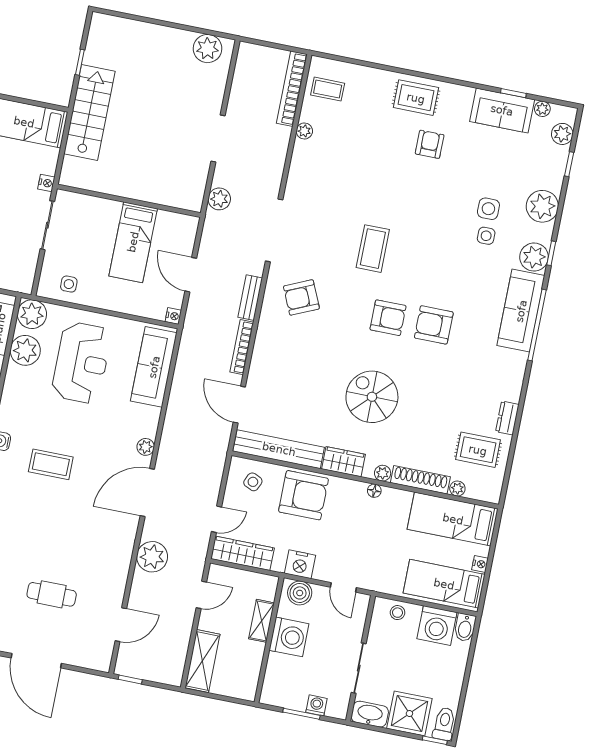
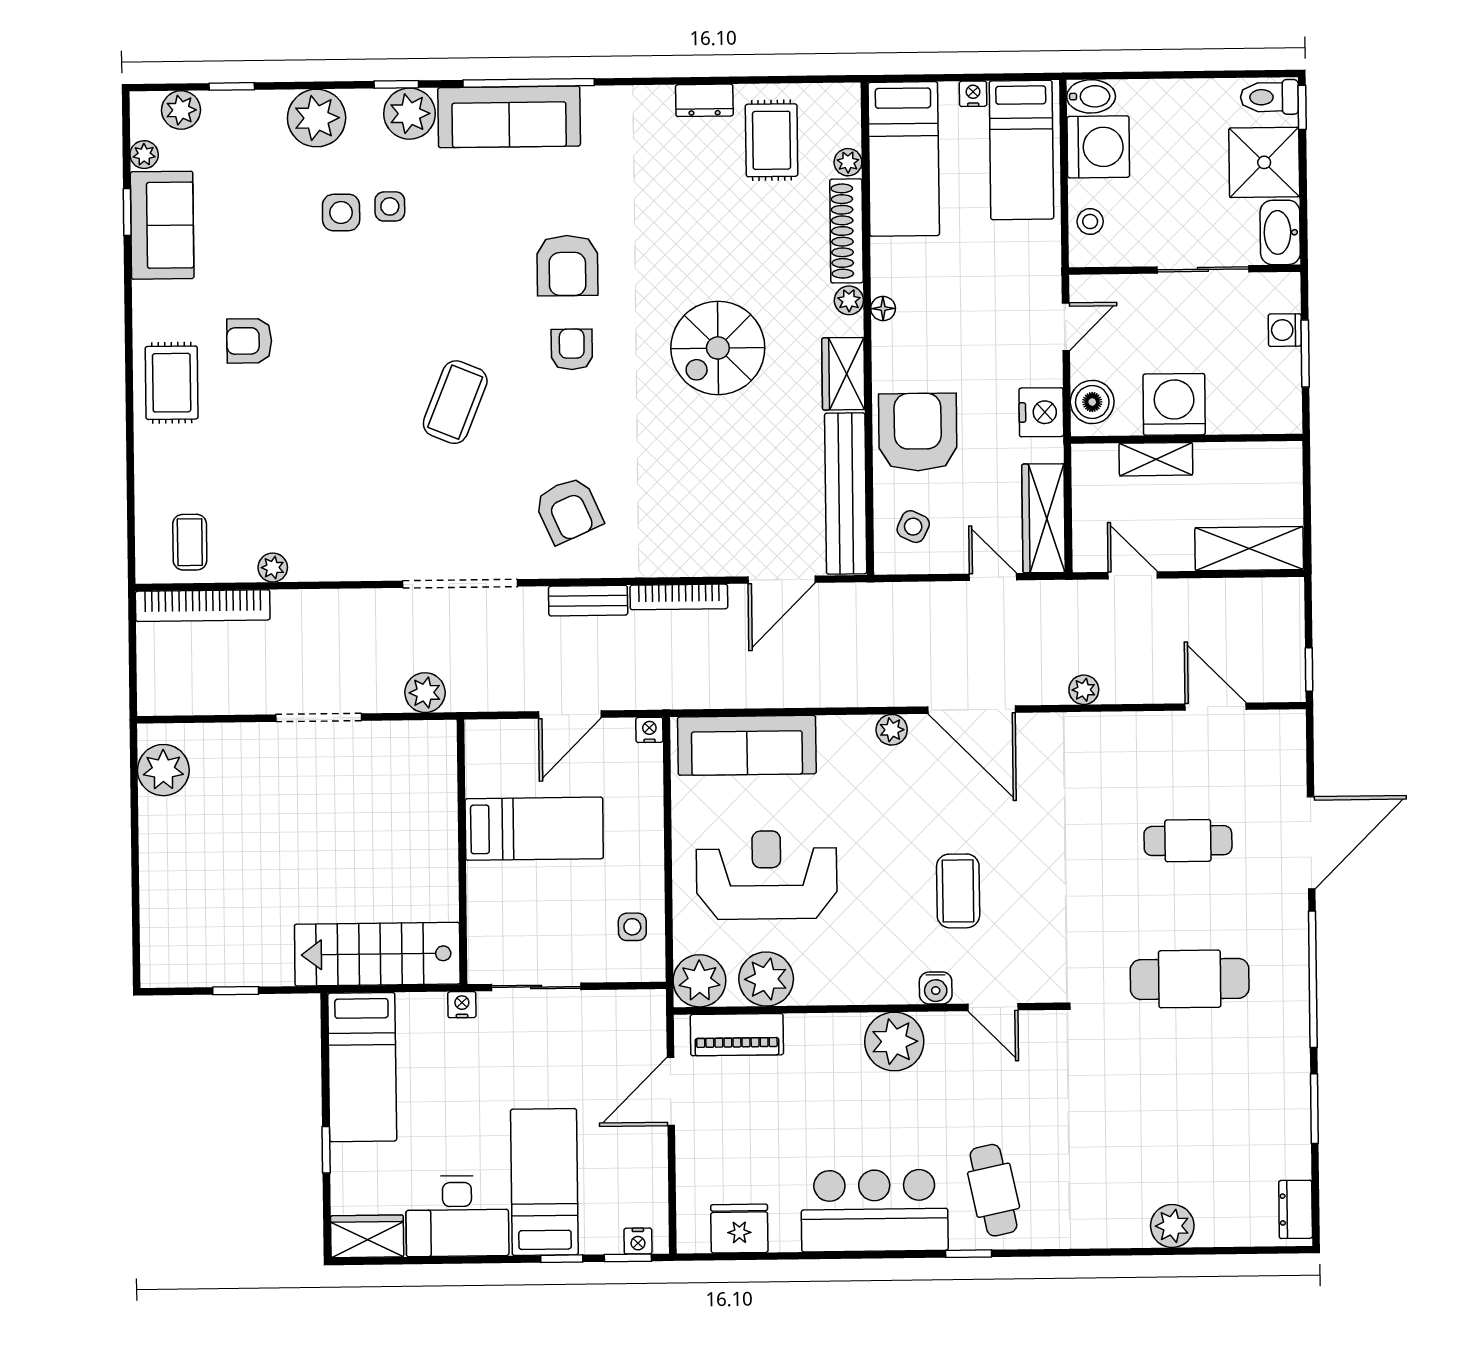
stairs: (89, 113) -> (377, 954), moved
coffee table: (373, 249) -> (455, 402), turned -68
armchair: (388, 318) -> (572, 349), width x0.72, depth x0.72
plant: (152, 557) -> (1084, 690), width x0.53, depth x0.53
cafe table: (52, 594) -> (1188, 841), turned 90

